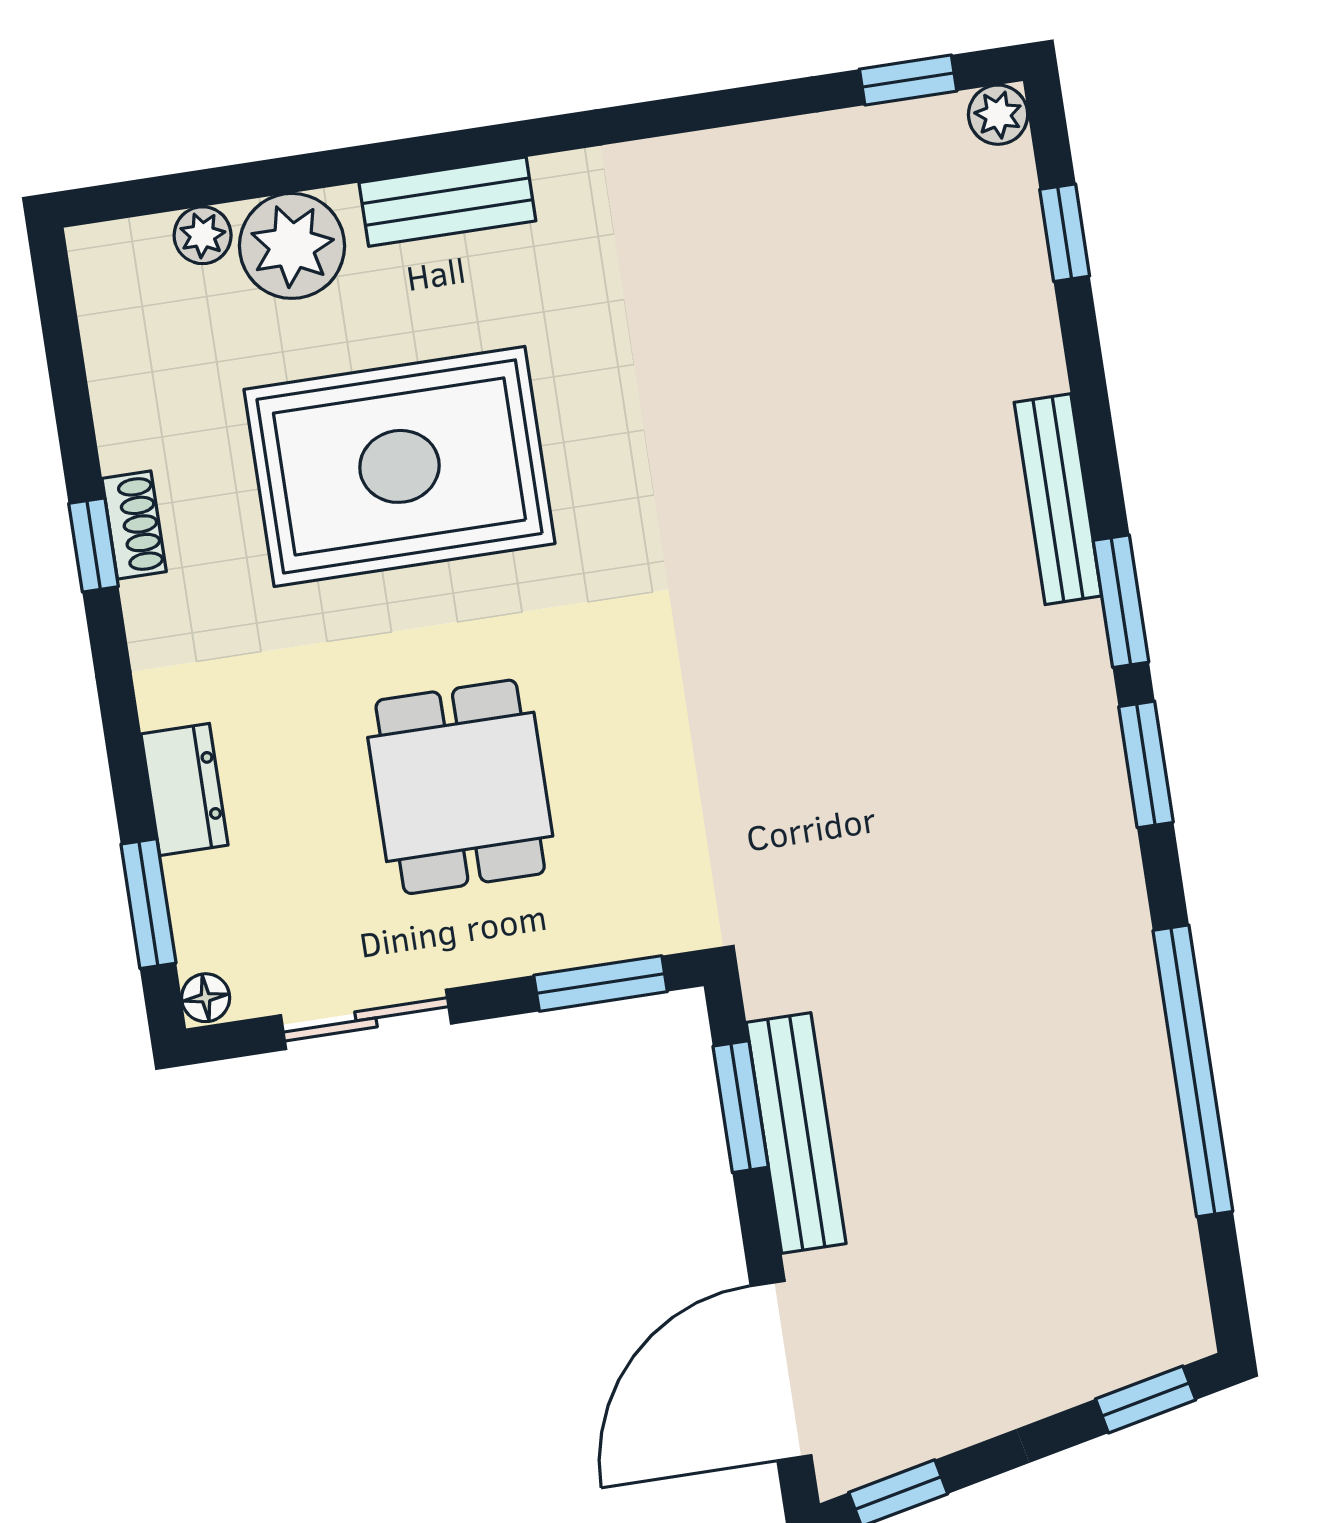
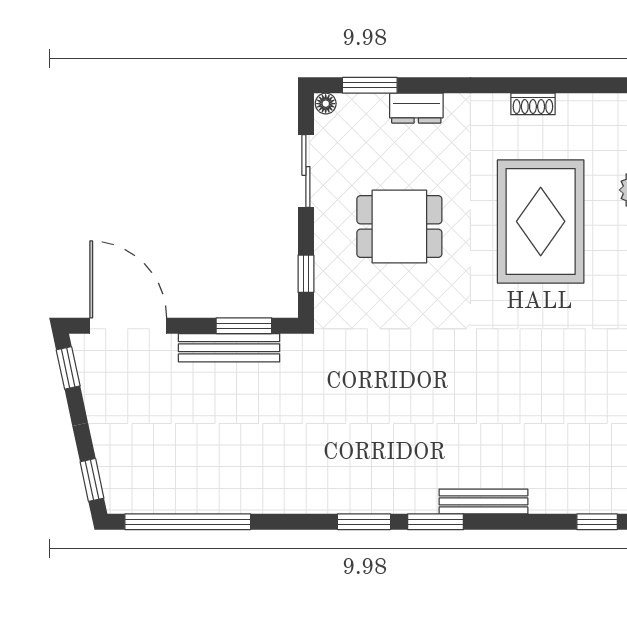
window: (94, 545) -> (527, 85), removed
window: (601, 983) -> (306, 274), width x0.67
window: (1193, 1071) -> (188, 522), moved

